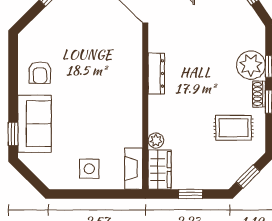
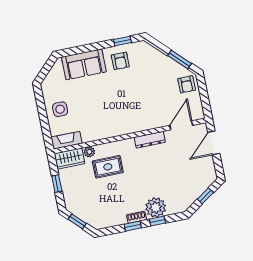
armchair: (40, 73) -> (120, 61), turned -90
dresser: (156, 73) -> (150, 140), moved
rug: (234, 128) -> (108, 167), moved, turned 90
window: (13, 134) -> (122, 41), moved

